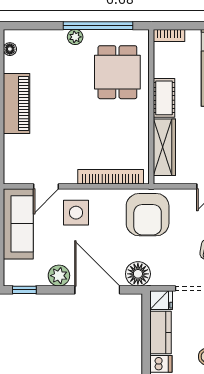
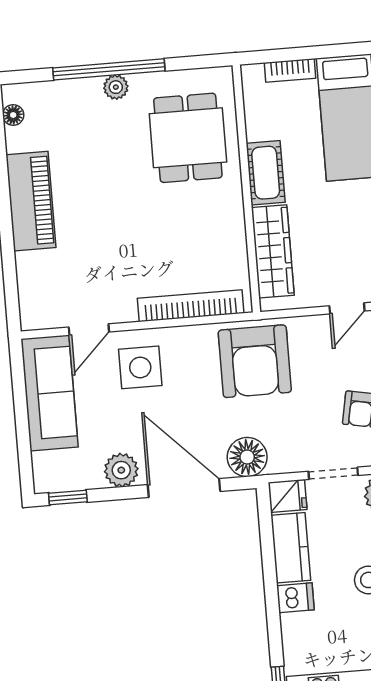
window: (98, 26) -> (109, 69), moved
bookcase: (169, 36) -> (290, 70), moved

